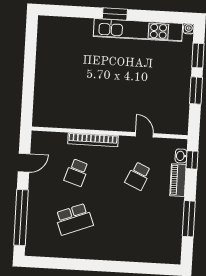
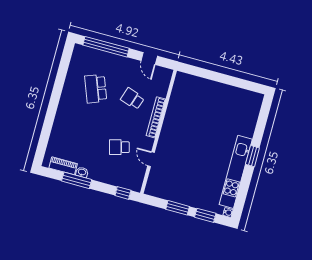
door: (144, 135) -> (151, 159), swing flipped
washbasin: (181, 156) -> (82, 172), moved
school desk: (138, 176) -> (119, 147), turned -39
piano: (178, 180) -> (63, 166), moved

